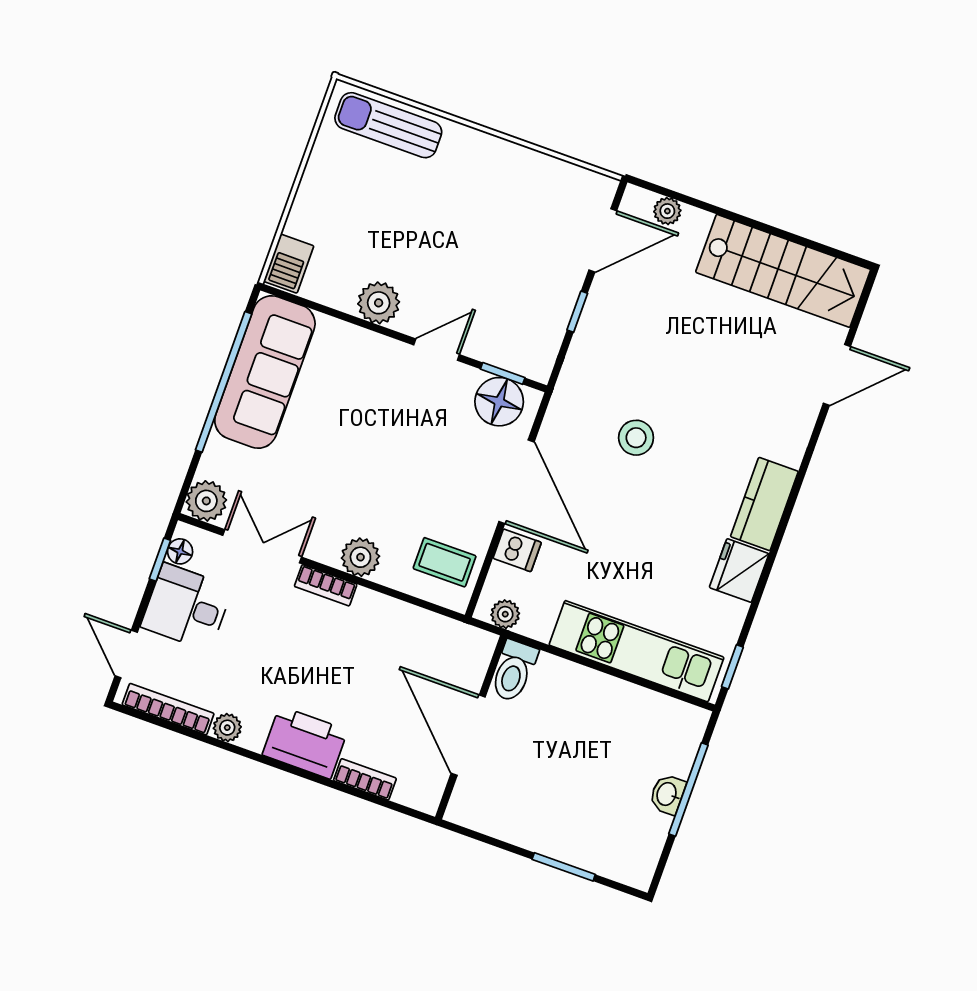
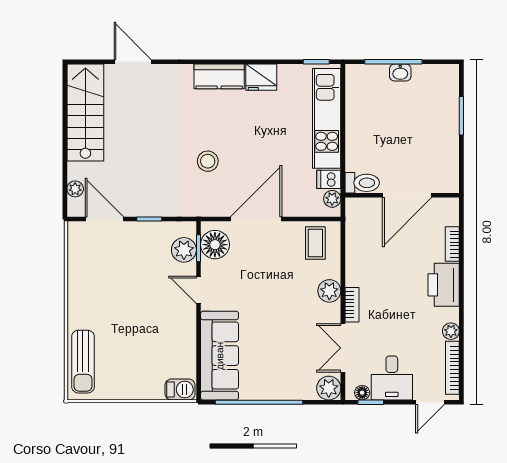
plant: (379, 303) -> (184, 250), moved
sofa: (265, 372) -> (220, 356), moved, turned 90
dishwasher: (517, 550) -> (329, 179), moved, turned -90

